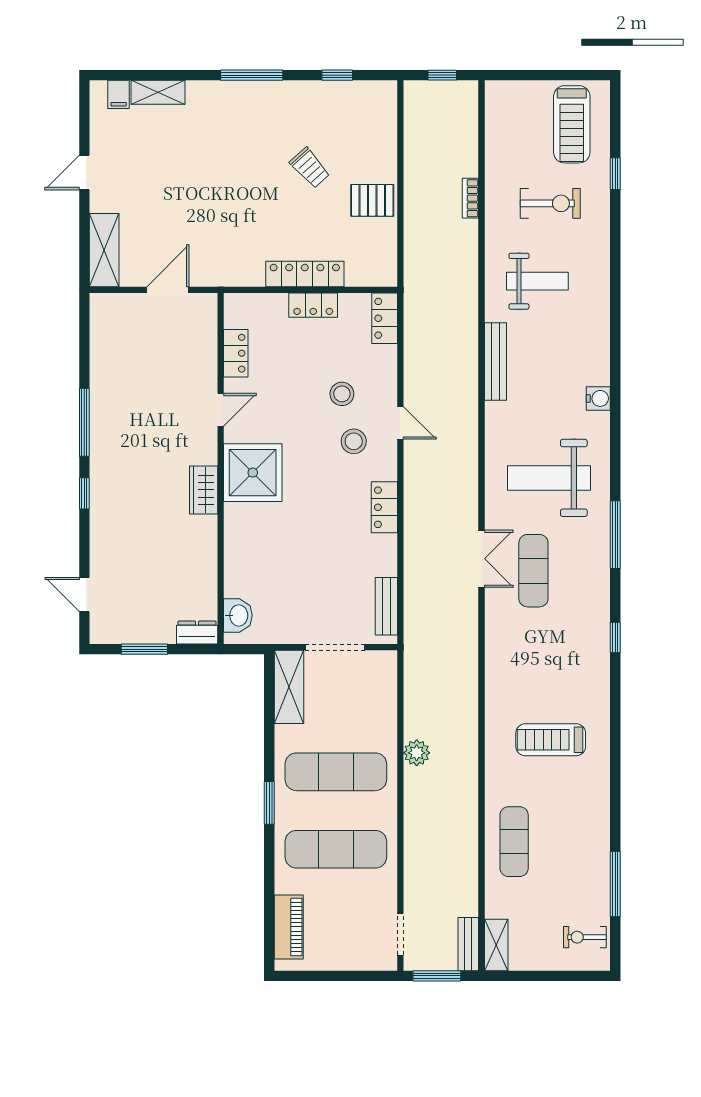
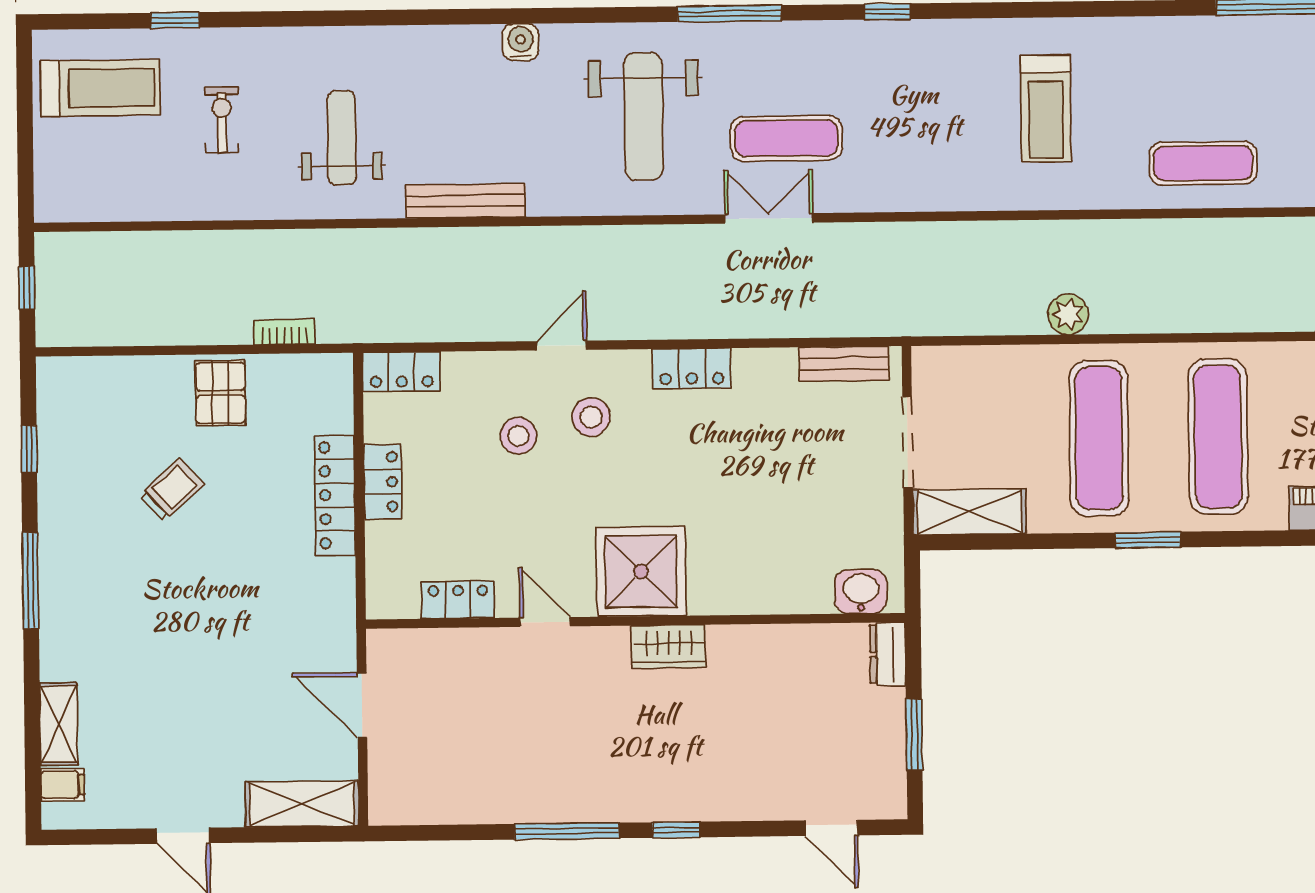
bookcase: (470, 198) -> (285, 332), moved, turned 180
exercise bike: (550, 203) -> (222, 120), width x0.73, depth x0.72
door: (84, 594) -> (831, 828), hinge flipped

